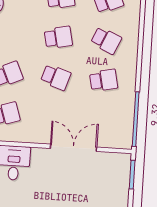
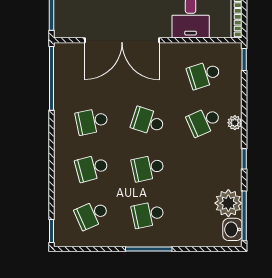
school desk: (106, 40) -> (92, 168), turned -39
double door: (74, 148) -> (122, 40), width x1.36

